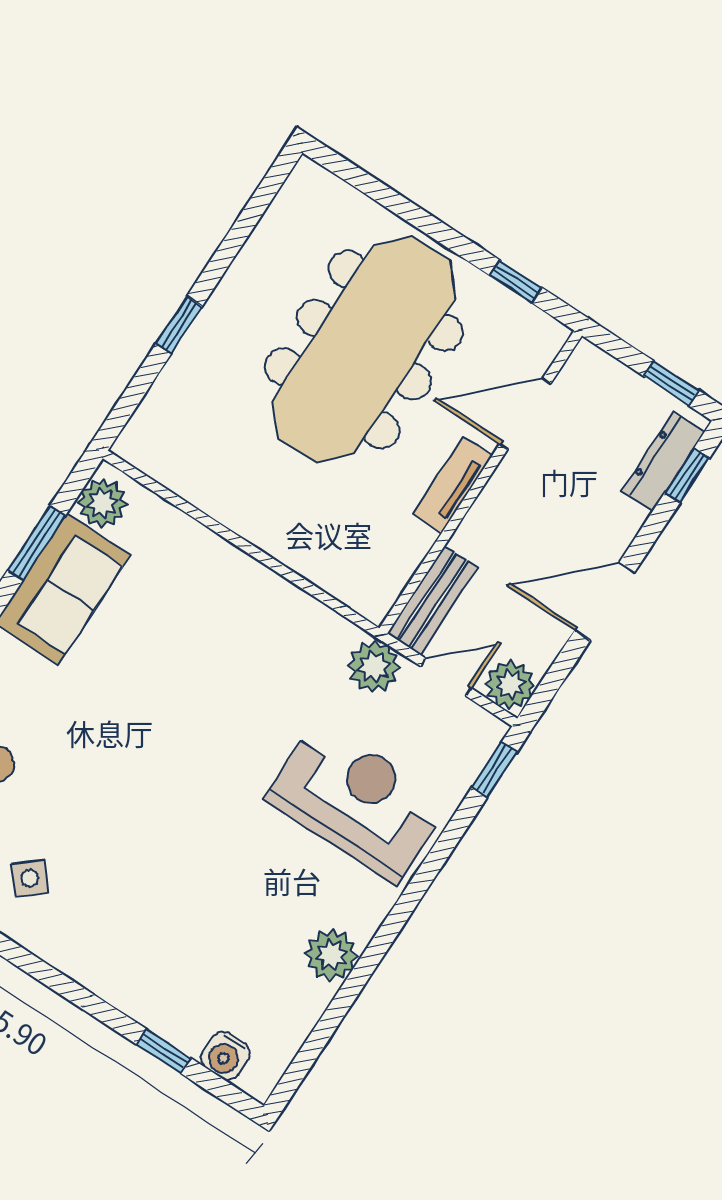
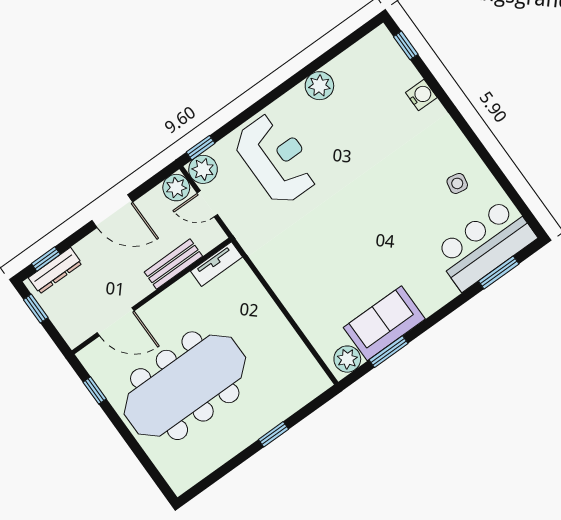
tv unit: (452, 485) -> (217, 264), moved
bench: (432, 601) -> (173, 264), moved
plant: (374, 667) -> (203, 169), moved
reception desk: (357, 801) -> (277, 159), turned 180
side table: (30, 878) -> (457, 183), turned -38
window: (164, 1051) -> (406, 45), moved
water cooler: (225, 1056) -> (421, 95), moved

